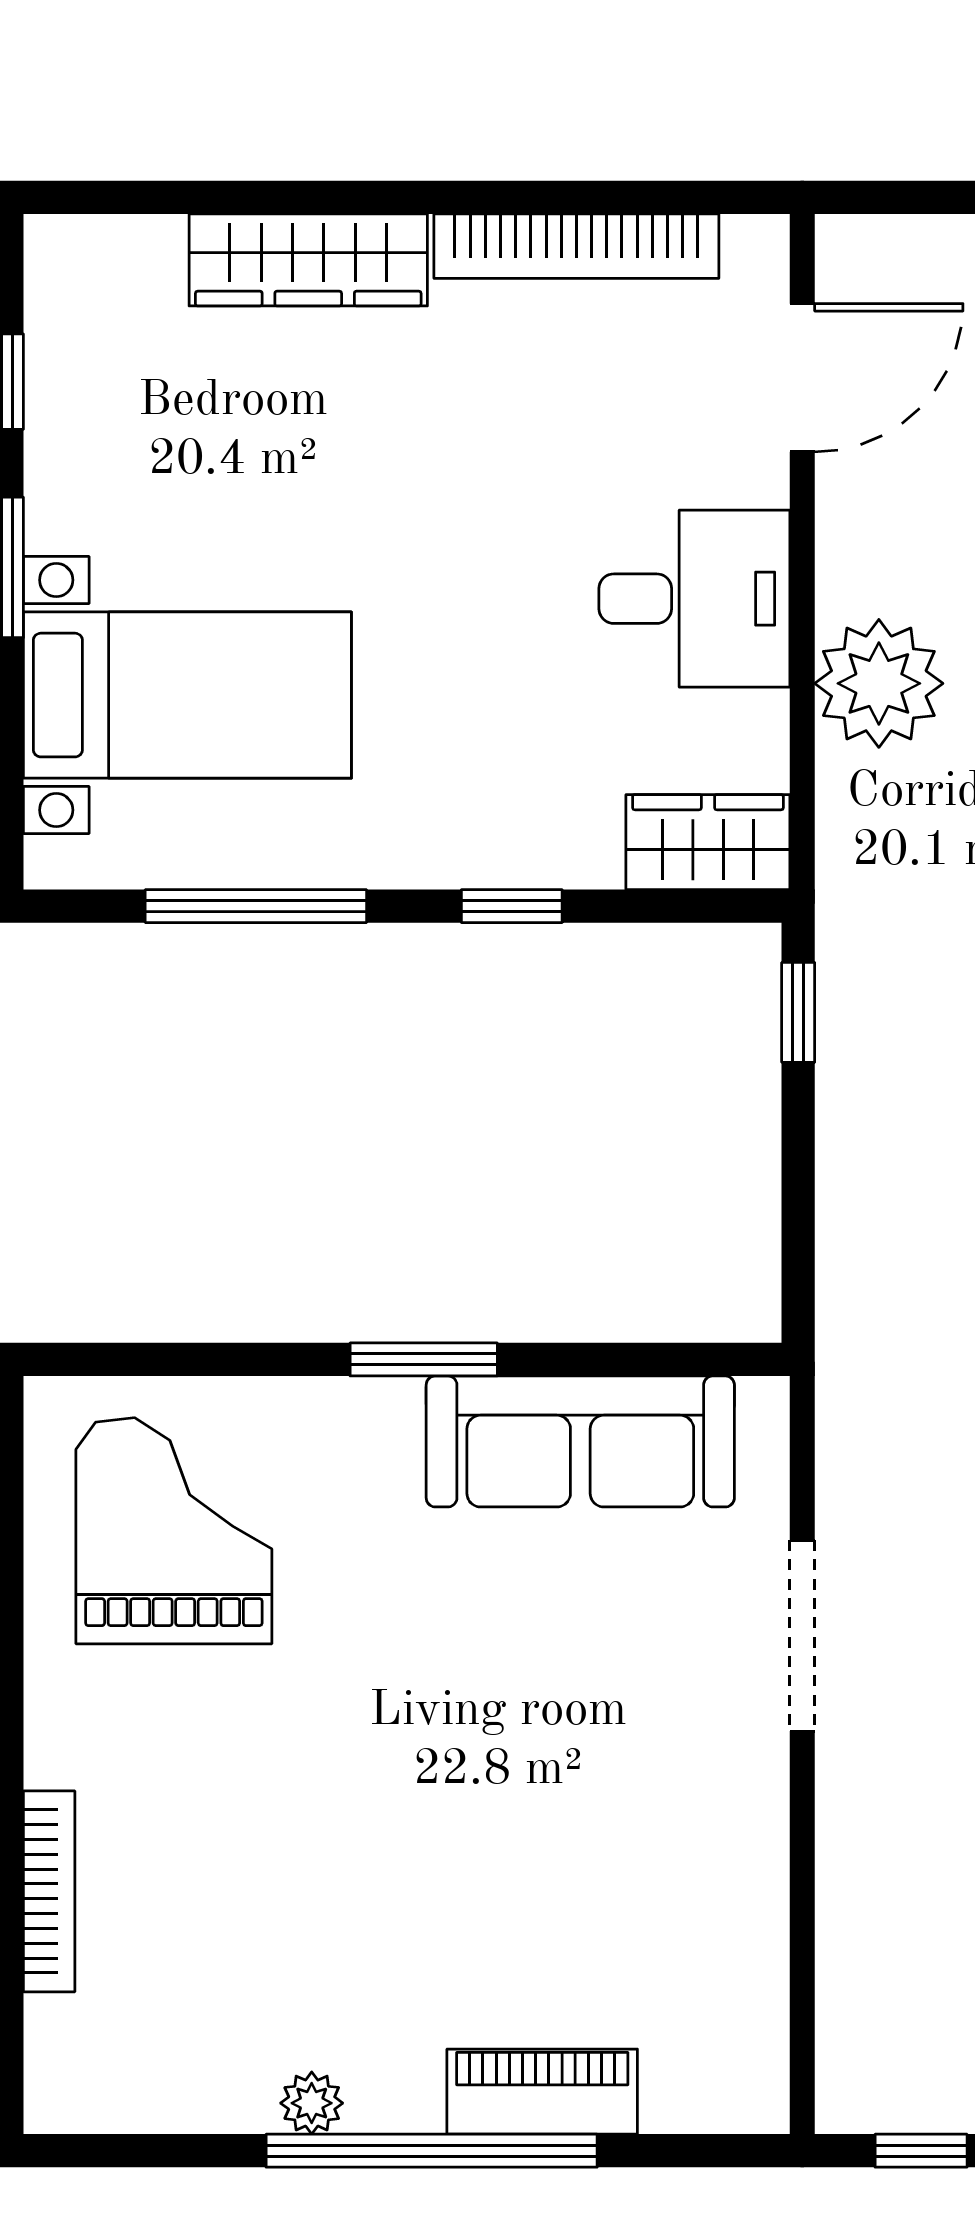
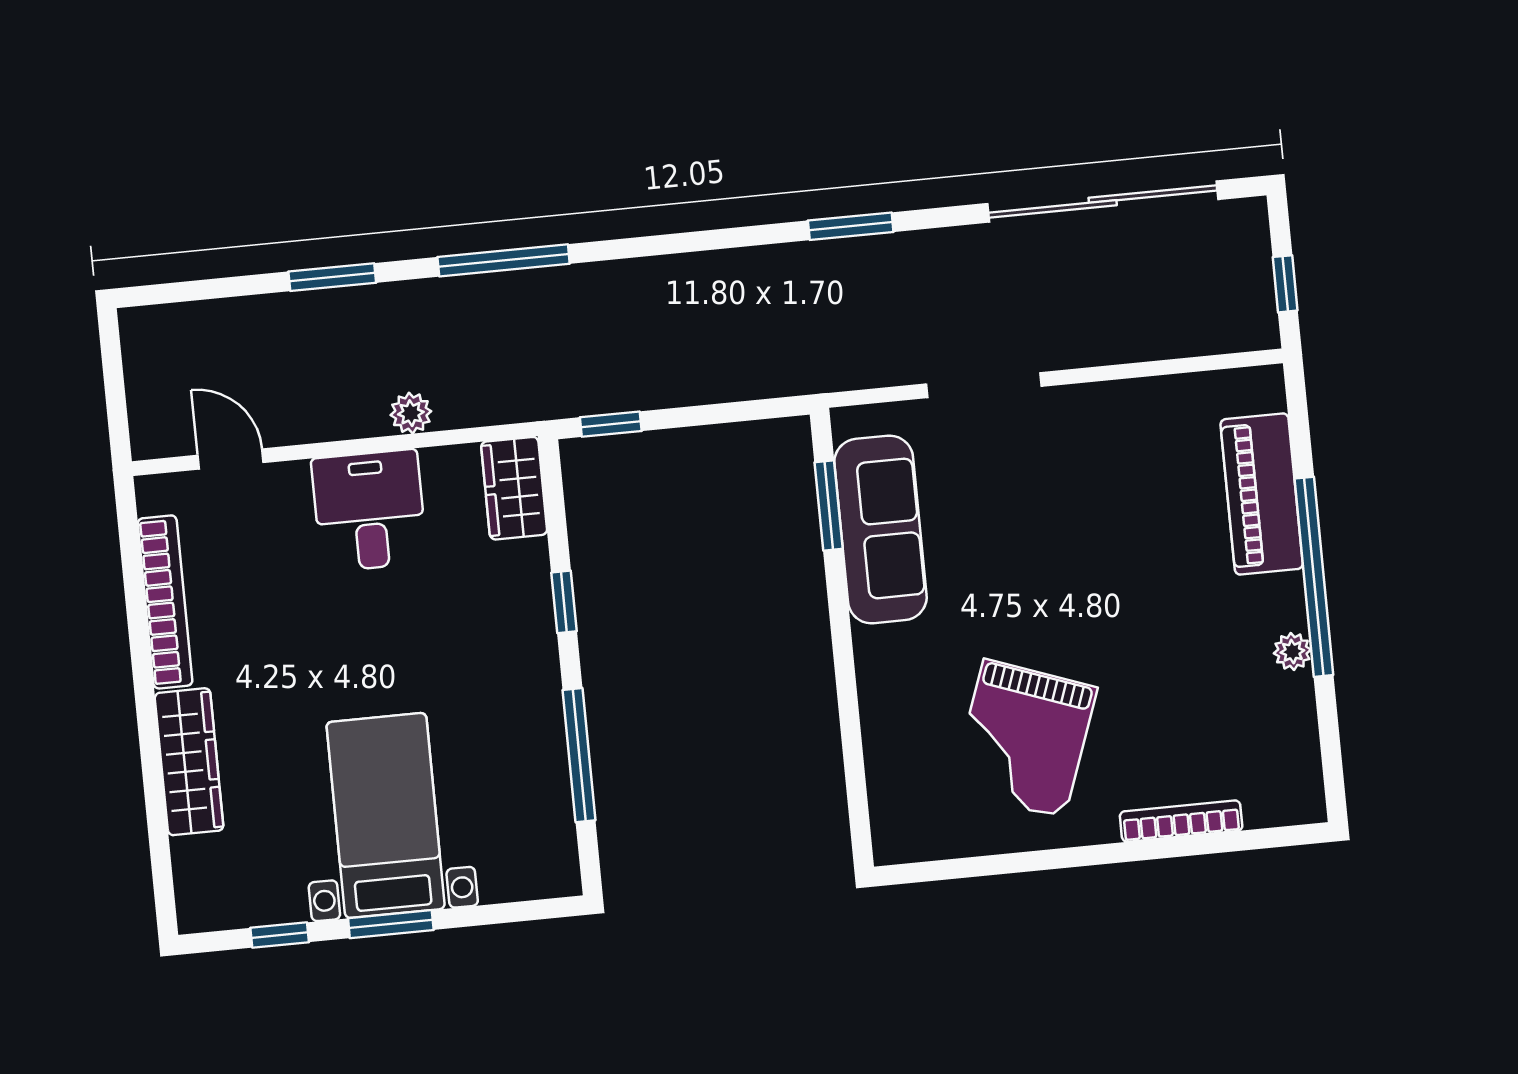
door: (802, 378) -> (231, 459), width x0.73
plant: (879, 683) -> (411, 413), width x0.53, depth x0.53
bed with nightstands: (187, 695) -> (386, 815), moved
window: (424, 1359) -> (829, 506), moved
grand piano: (174, 1531) -> (1024, 739), moved, turned -70
piano: (542, 2092) -> (1262, 494), width x1.37, depth x1.33

